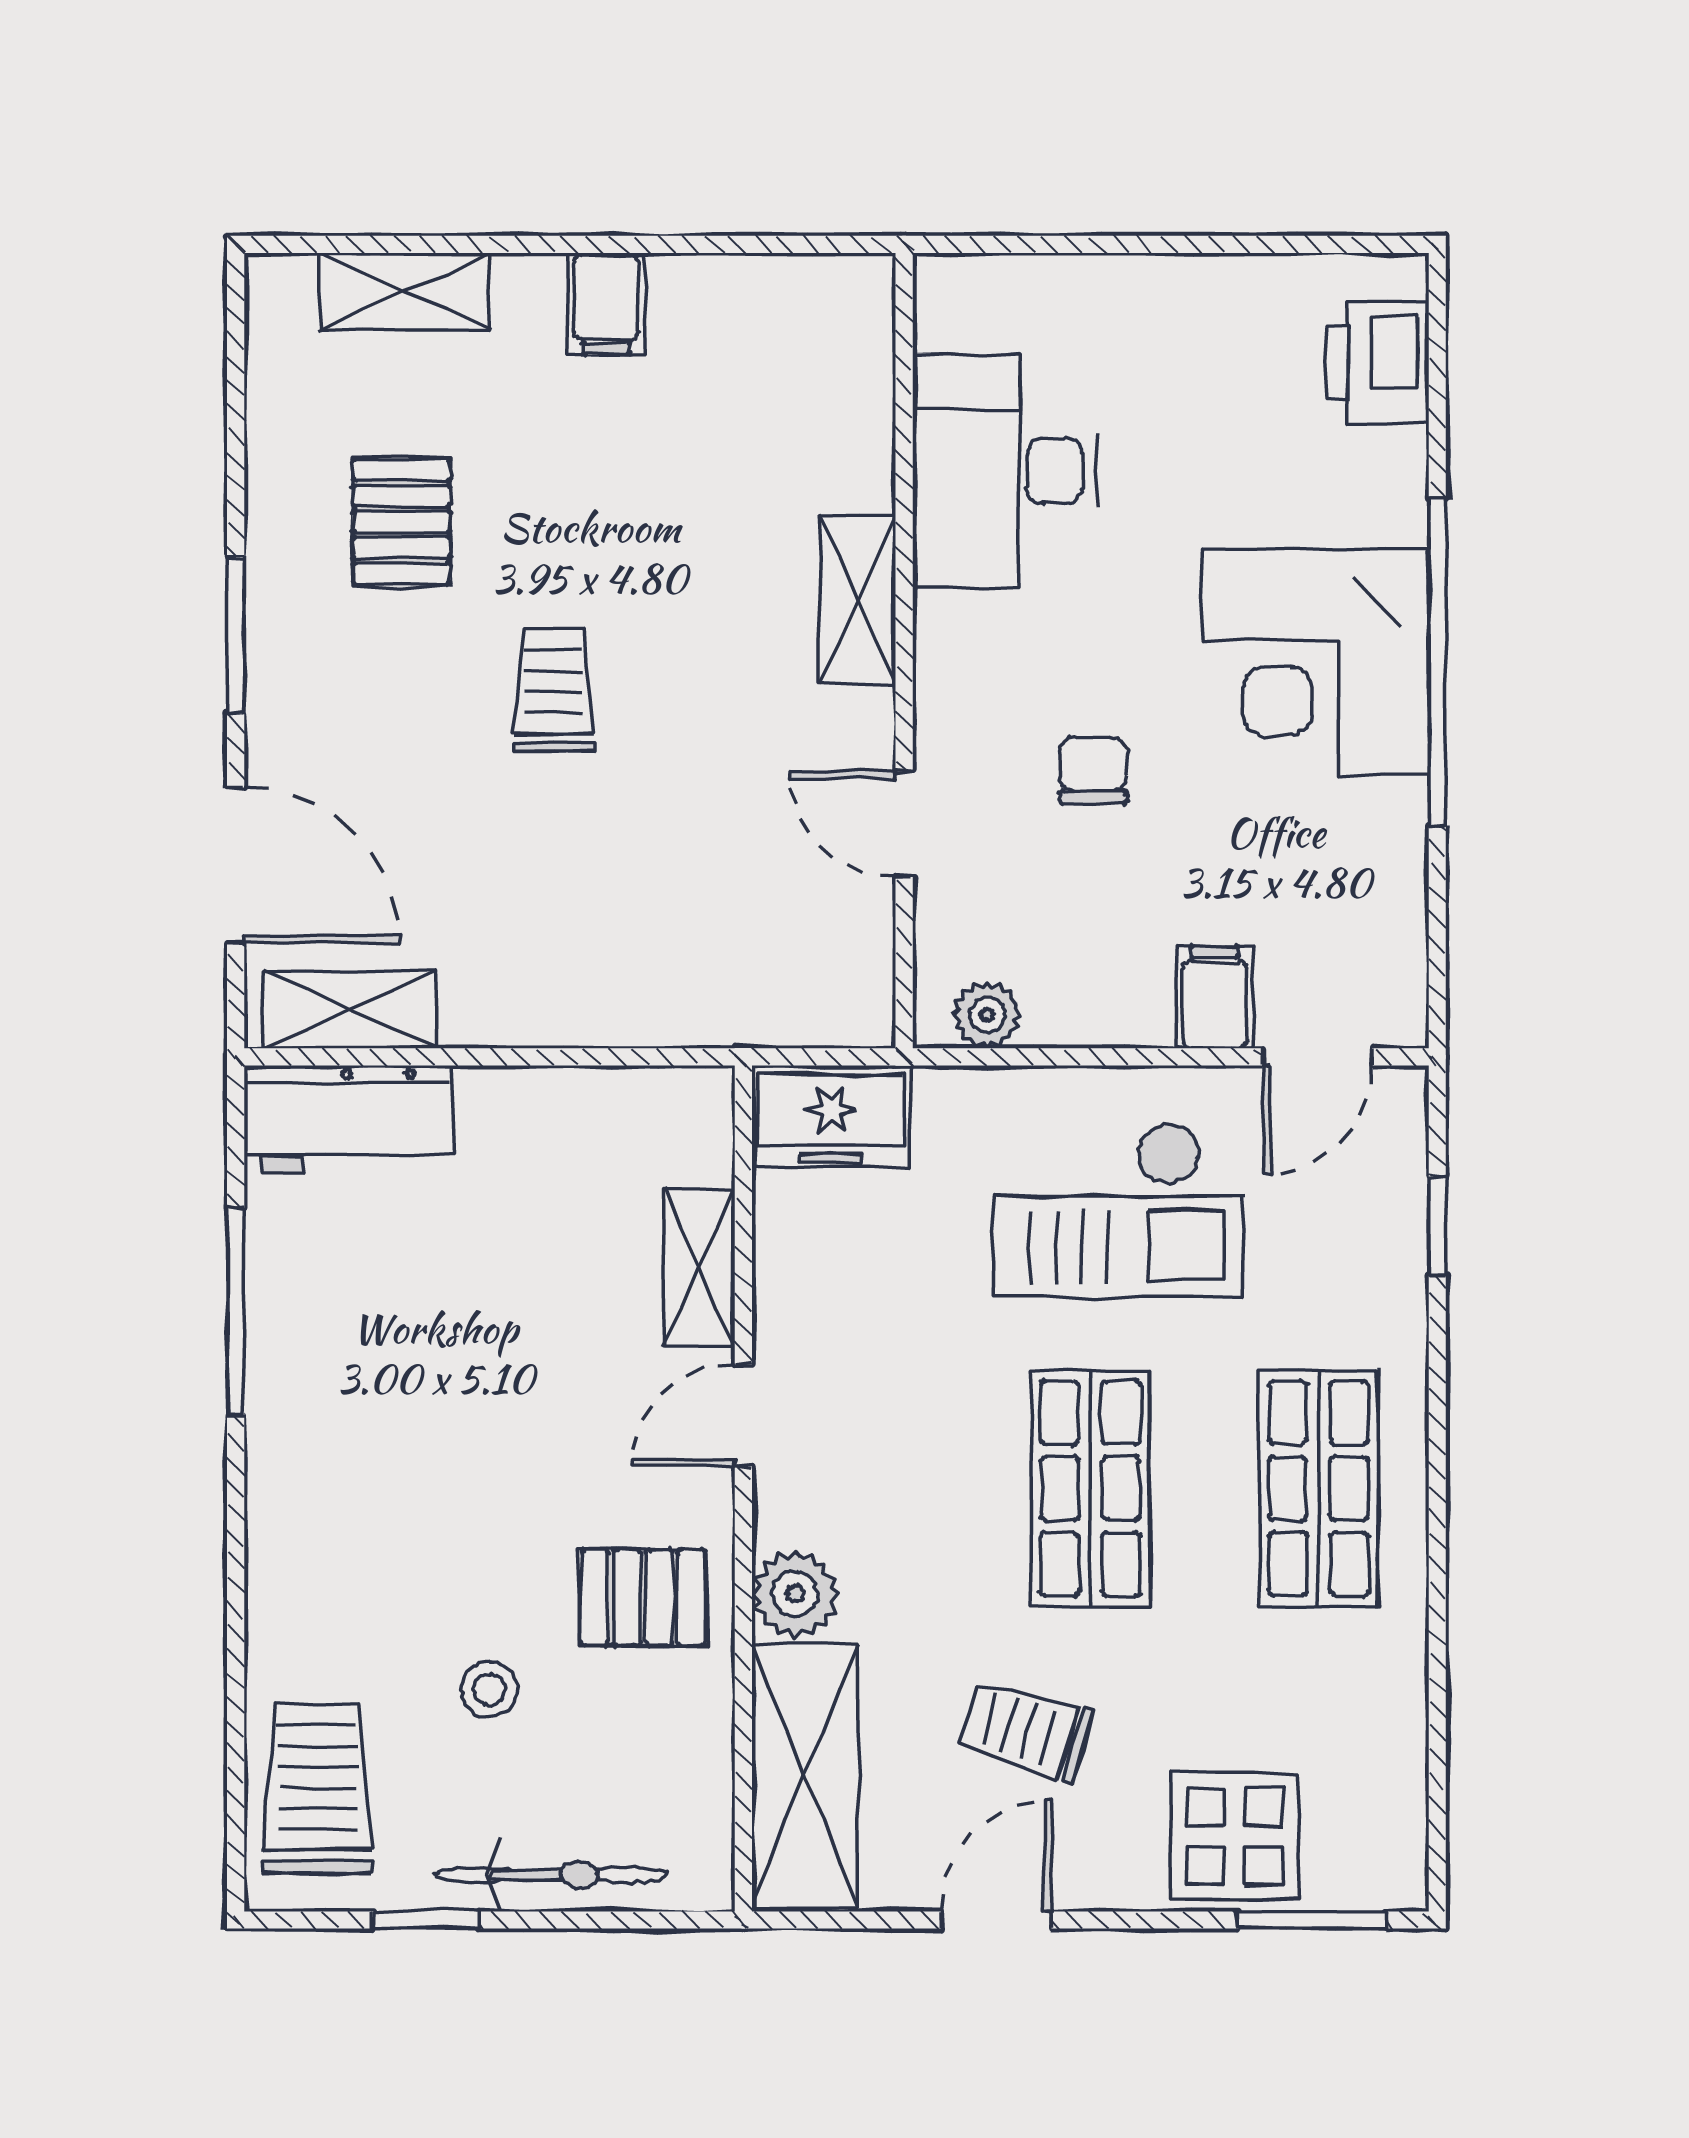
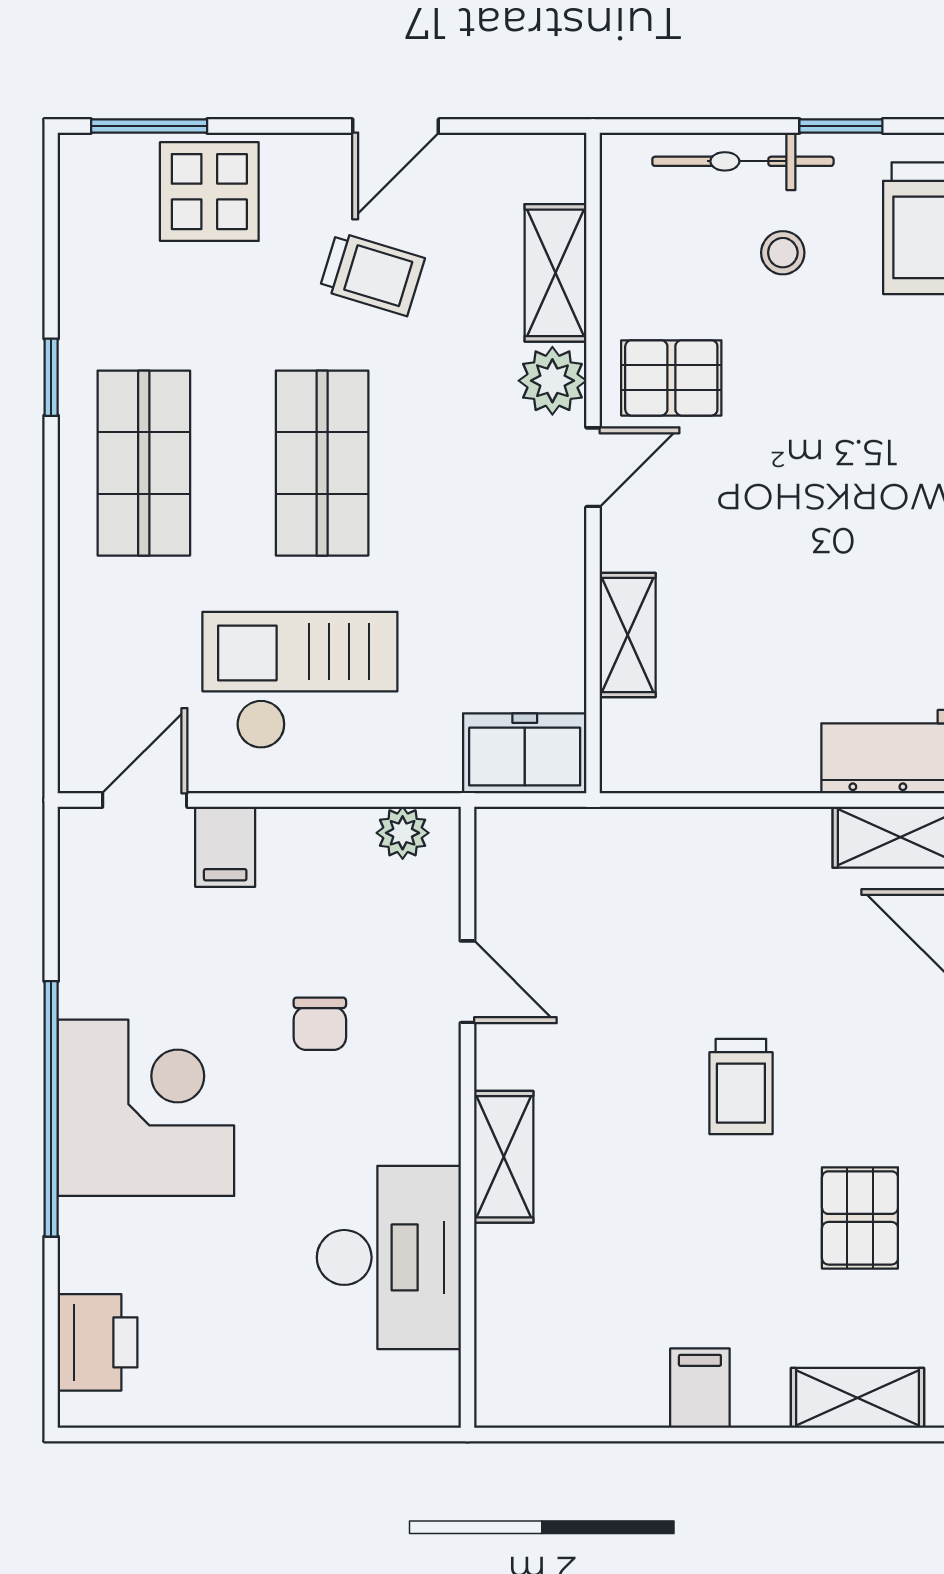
window: (1437, 1226) -> (51, 377), moved
door: (743, 1415) -> (593, 467), moved
stool: (489, 1689) -> (783, 253), moved
shelving: (805, 1776) -> (555, 273), width x0.67, depth x0.75

